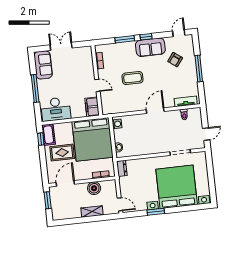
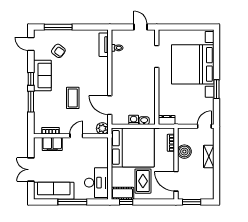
sofa: (43, 65) -> (54, 191), width x1.36
window: (199, 68) -> (58, 27), moved
filing cabinet: (92, 107) -> (52, 144), moved
plant: (107, 109) -> (102, 128), added
door: (155, 111) -> (110, 105), moved
washing machine: (117, 124) -> (134, 120), moved

